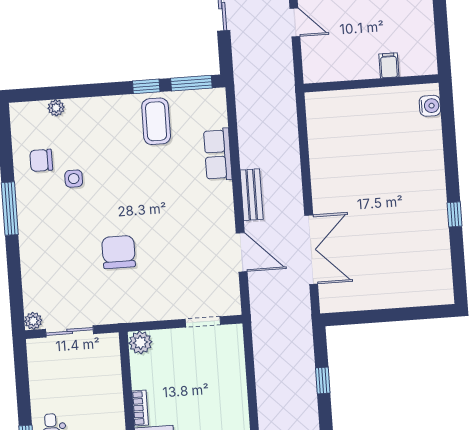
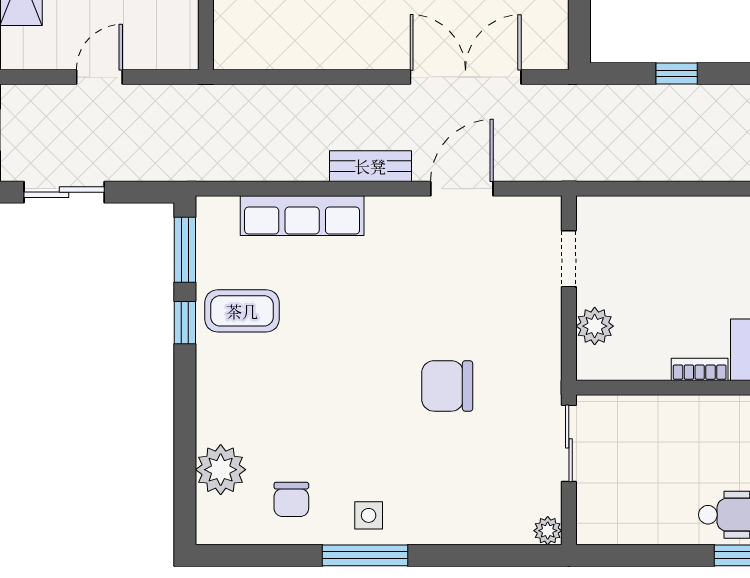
plant: (56, 108) -> (221, 470), width x1.88, depth x1.88
row of seats: (218, 154) -> (302, 216), width x1.48
side table: (74, 179) -> (369, 515), moved
sliding door: (70, 331) -> (569, 443), moved
plant: (140, 342) -> (595, 326), moved

